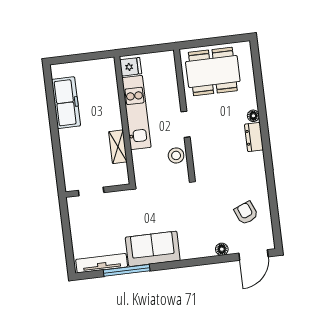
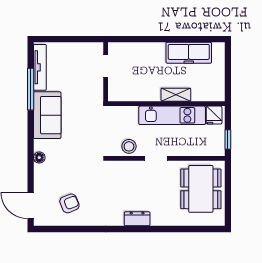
window: (155, 48) -> (228, 139), added
floor lamp: (253, 116) -> (156, 221), removed
shelving: (118, 147) -> (176, 95), moved
floor lamp: (222, 249) -> (39, 158), moved

